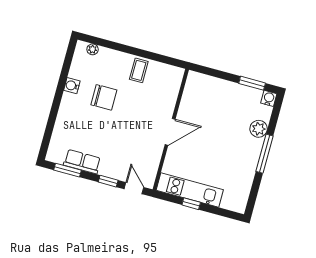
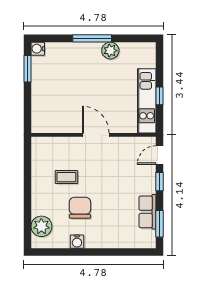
plant: (93, 49) -> (41, 226), width x1.88, depth x1.88
coffee table: (139, 70) -> (66, 177), moved
plant: (259, 129) -> (110, 51), moved

